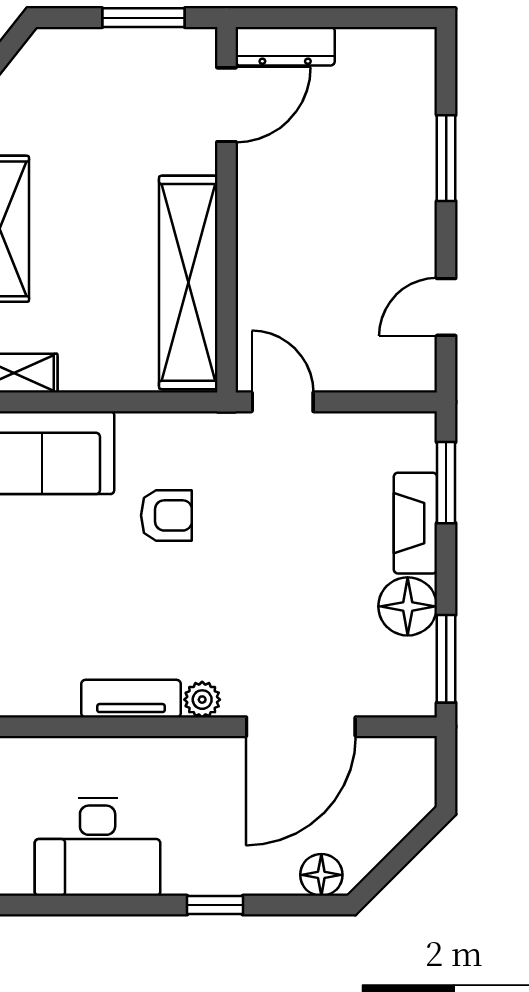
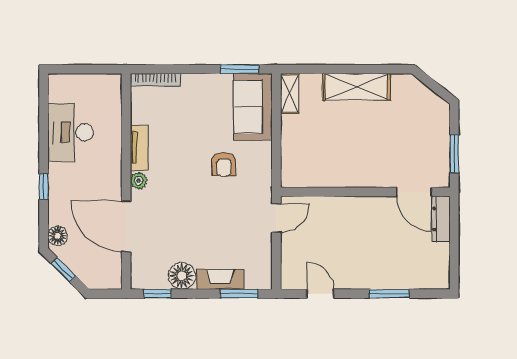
shelving: (188, 282) -> (332, 174), removed
window: (446, 659) -> (158, 294), width x0.67
window: (394, 862) -> (63, 270), added

